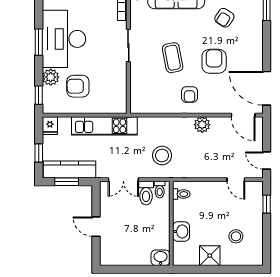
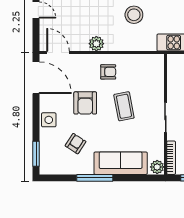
side table: (253, 43) -> (49, 120), added
armchair: (190, 94) -> (108, 72), turned 90

